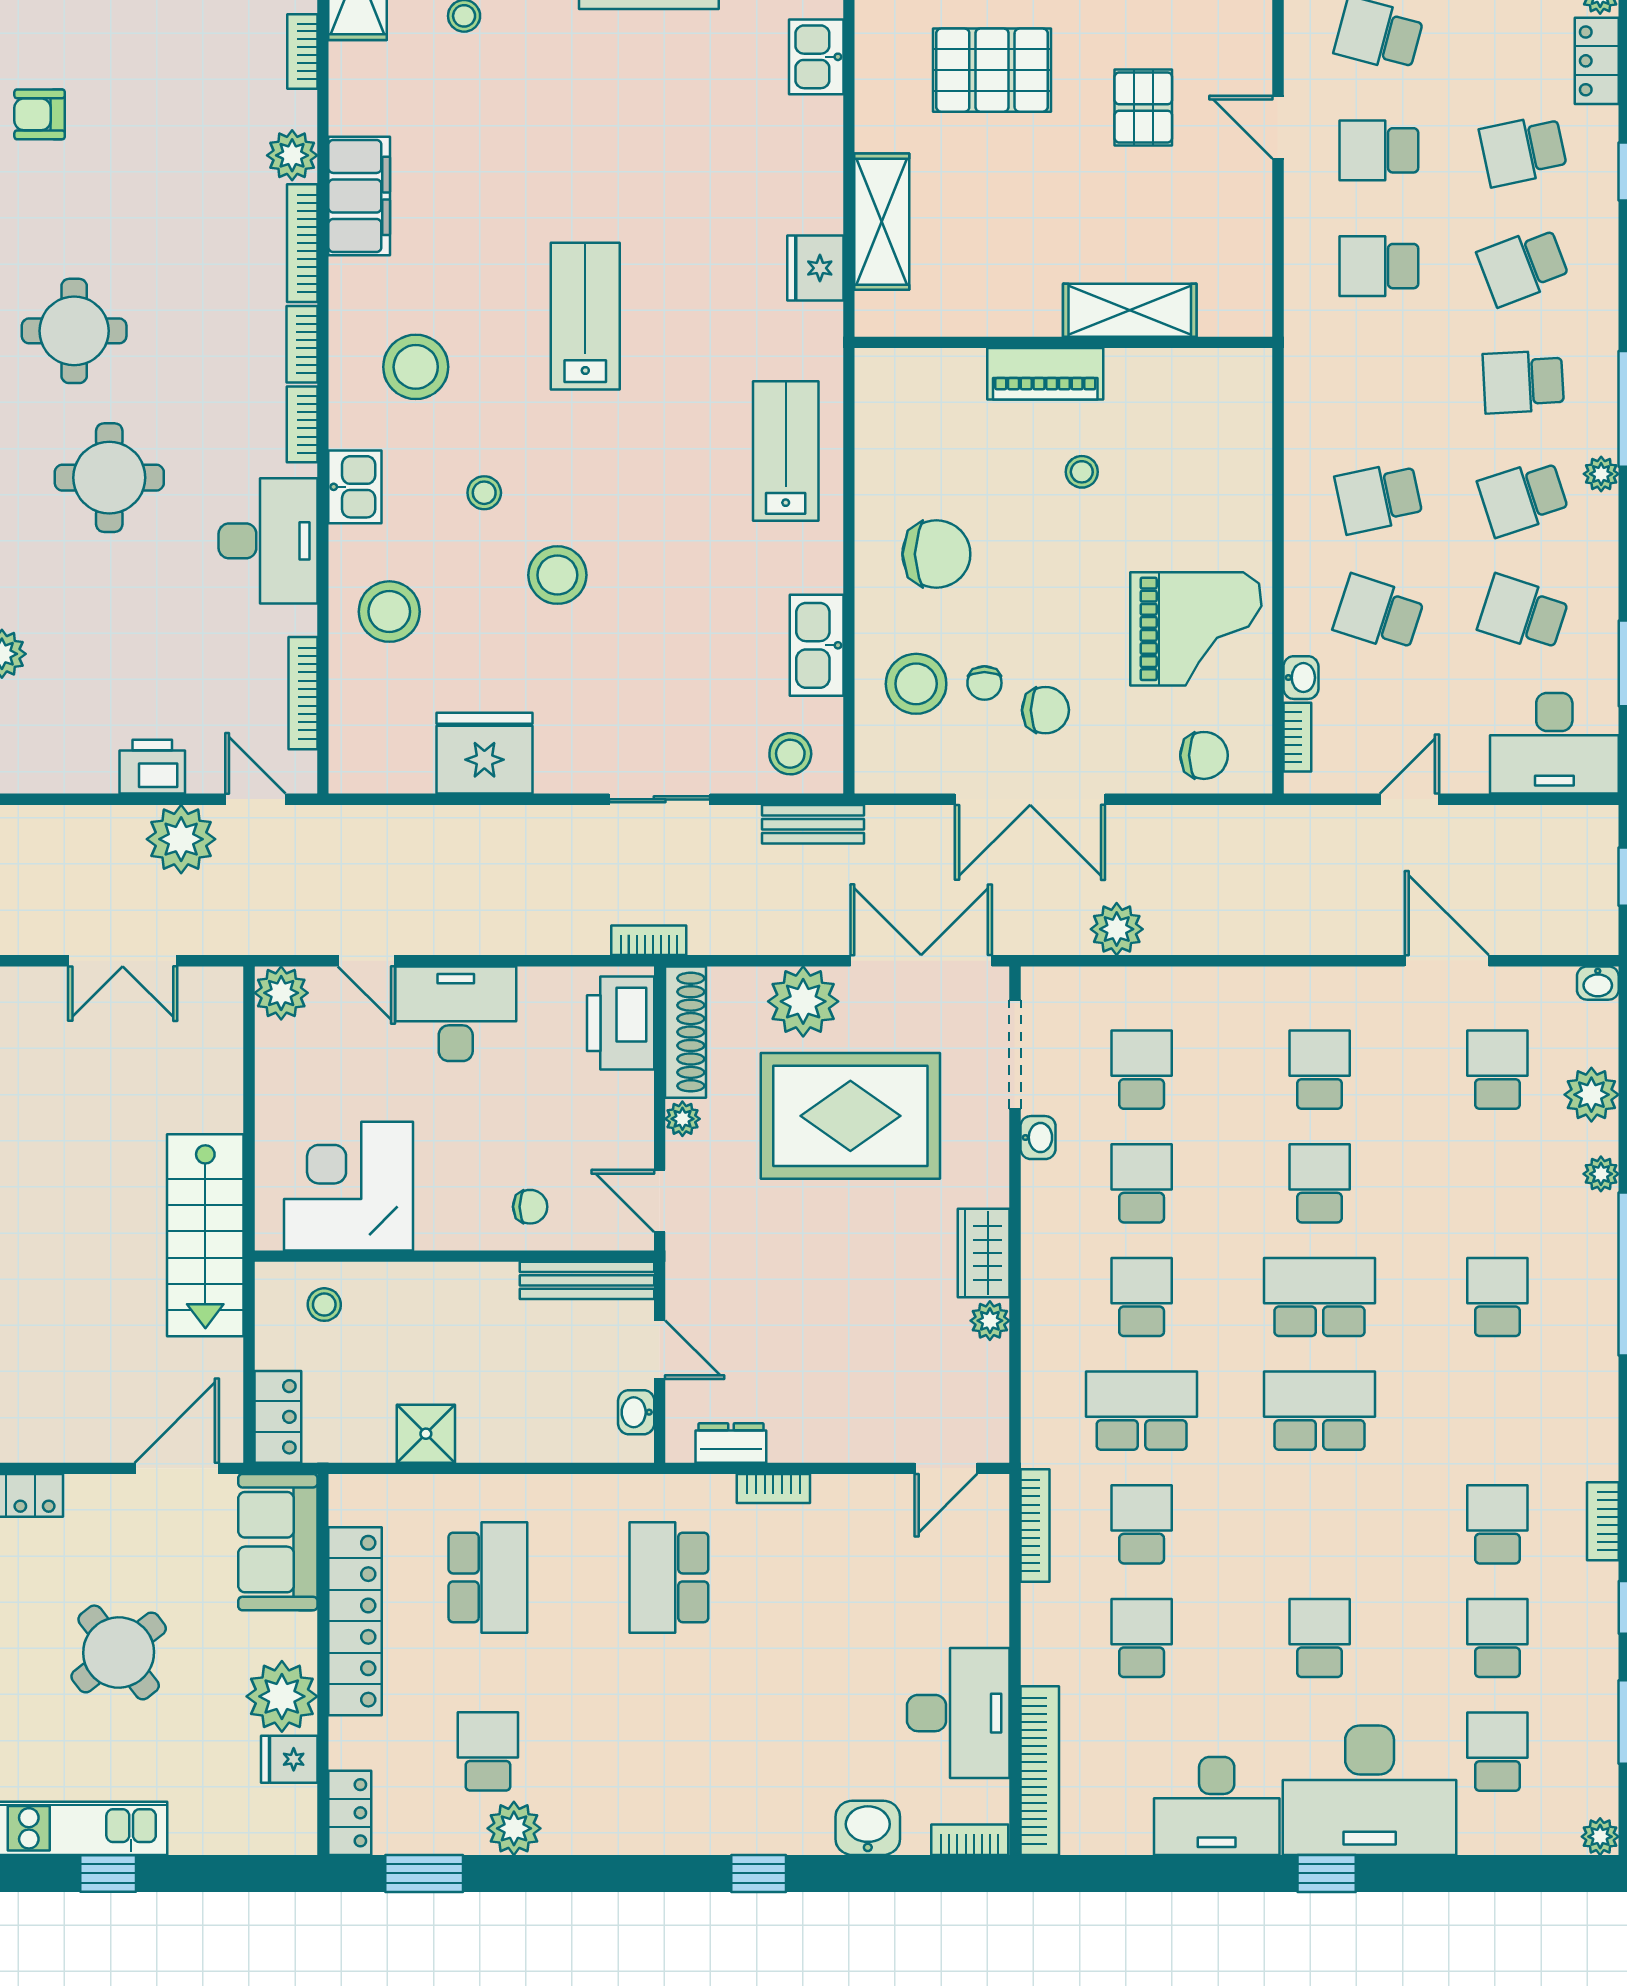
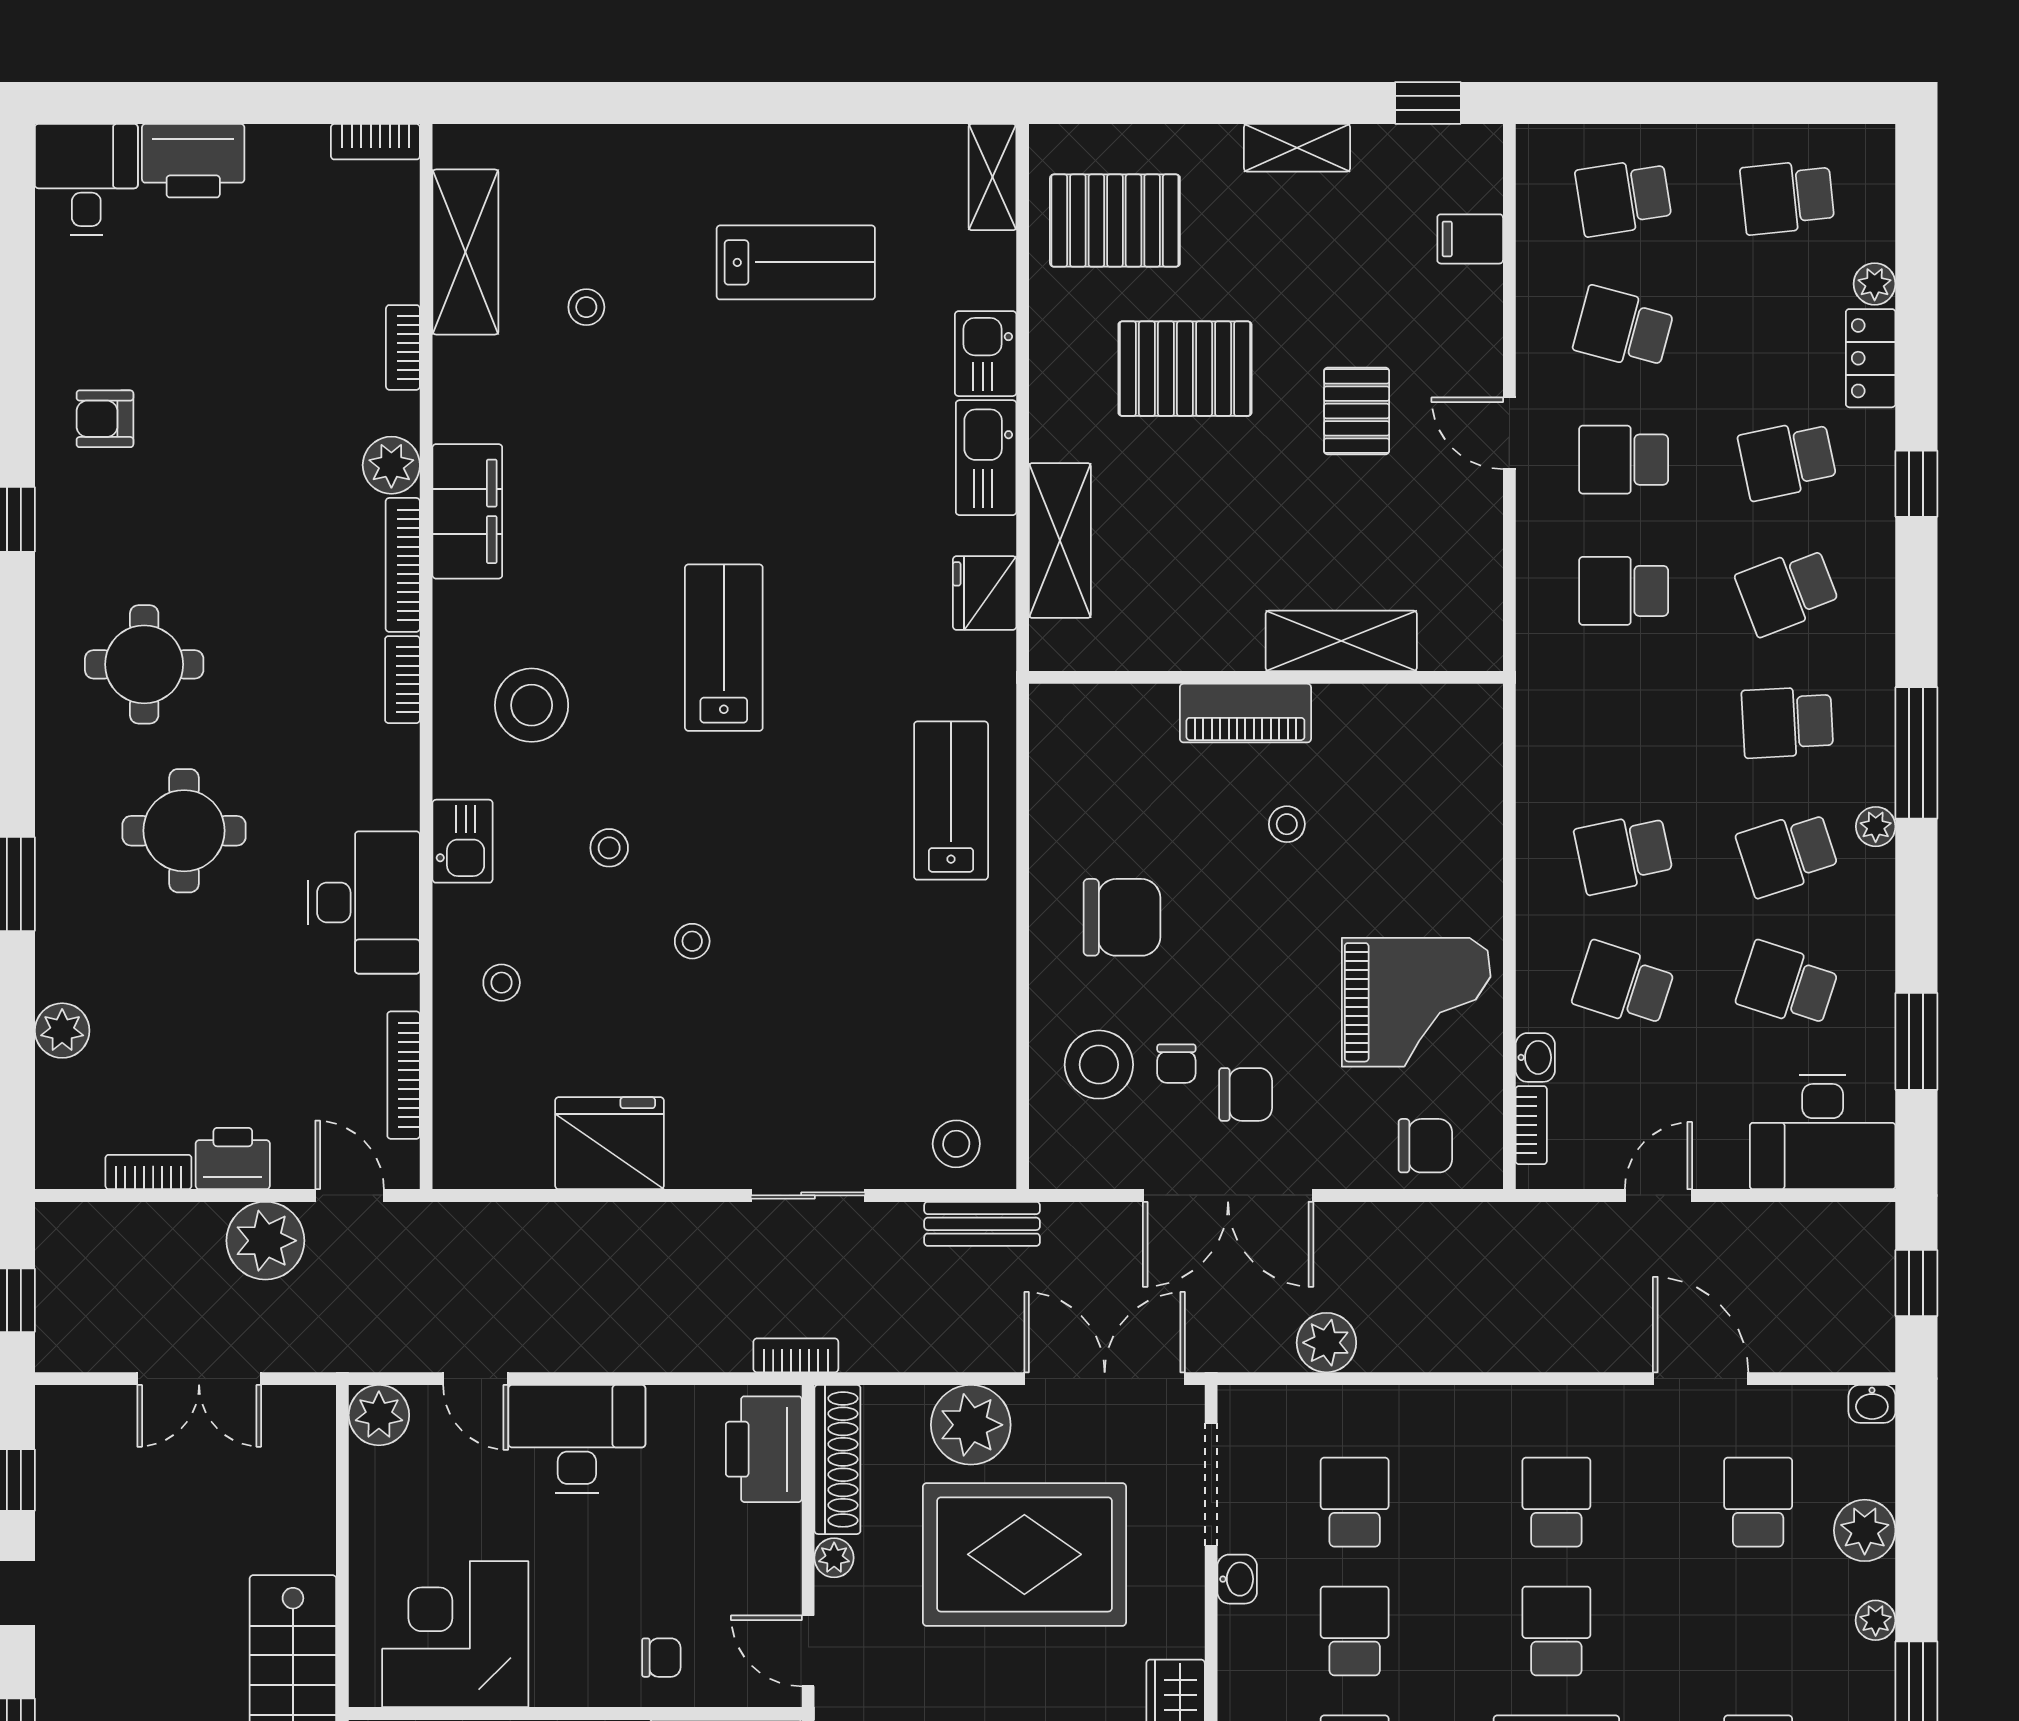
bookcase: (302, 424) -> (148, 1172), moved, turned 90
stool: (557, 575) -> (692, 941), width x0.53, depth x0.53
stool: (389, 612) -> (502, 983), width x0.53, depth x0.53
kitchen sink: (817, 645) -> (986, 458), moved

